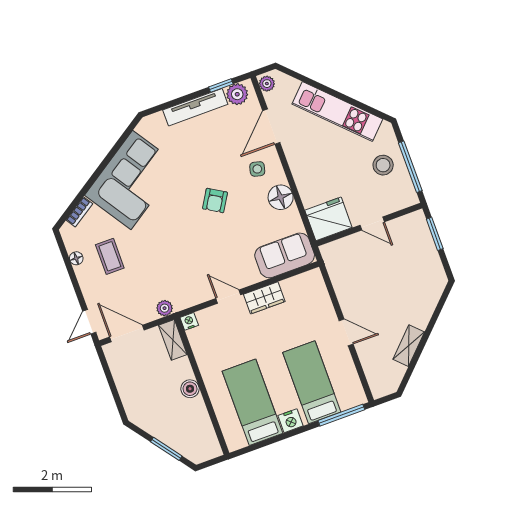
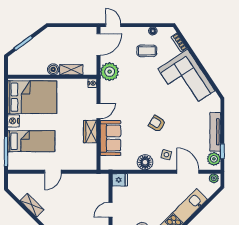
fridge: (328, 219) -> (120, 180), width x0.53, depth x0.75
sofa: (285, 255) -> (110, 138), moved
plant: (165, 308) -> (110, 72), width x1.87, depth x1.87
shelving: (173, 340) -> (71, 70), moved
bed: (252, 402) -> (32, 97), width x1.50

